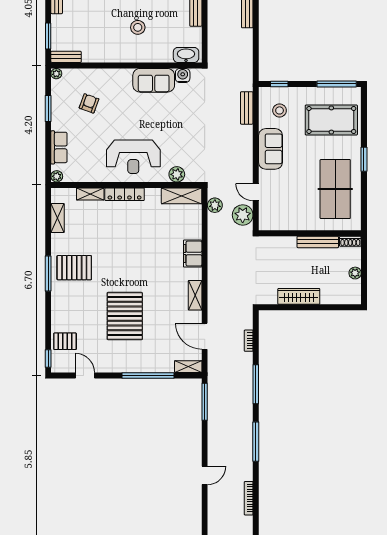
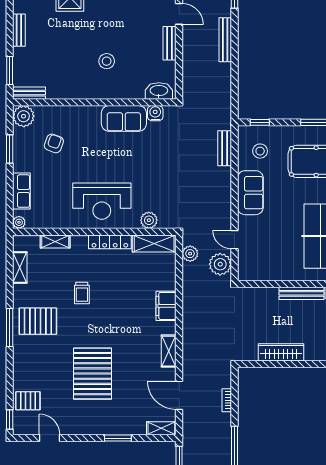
plant: (56, 74) -> (24, 116), width x1.88, depth x1.88
locker: (125, 194) -> (110, 242), moved
trolley: (115, 242) -> (82, 293), added
window: (148, 376) -> (118, 438), width x0.47

